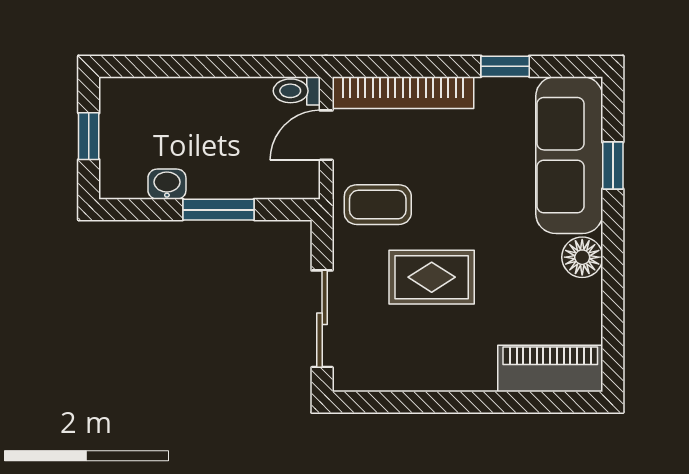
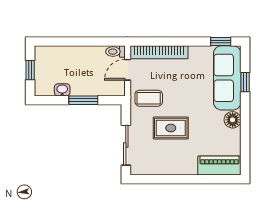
window: (505, 66) -> (221, 41), moved

